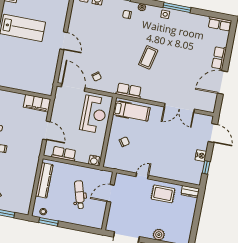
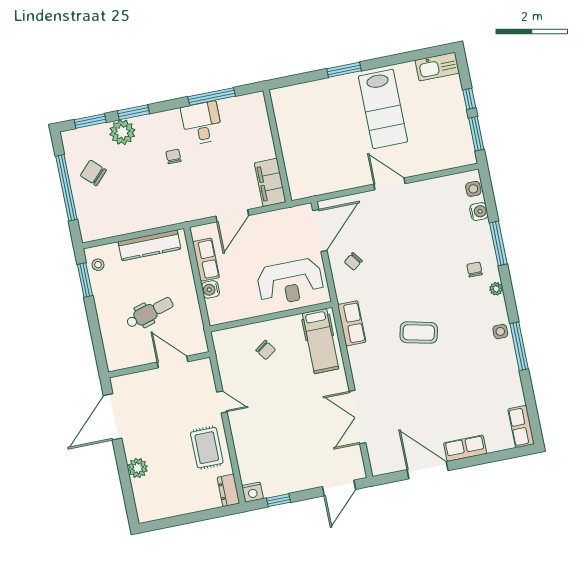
door: (64, 41) -> (390, 184), swing flipped
nightstand: (201, 156) -> (252, 492), moved
water cooler: (94, 160) -> (210, 289), moved

